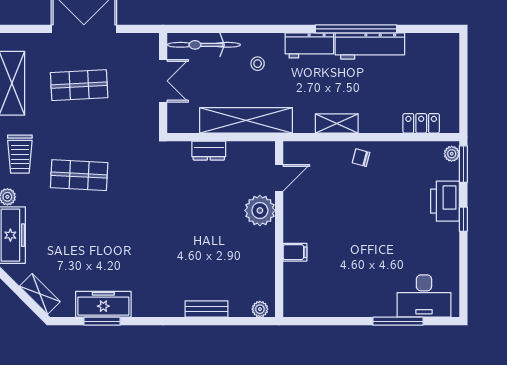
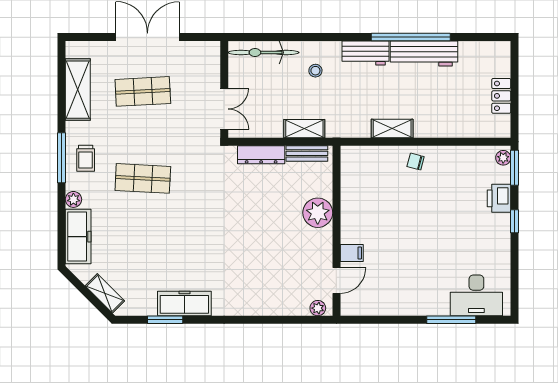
double door: (163, 81) -> (224, 109), moved
shelving: (246, 120) -> (304, 129), width x0.45, depth x0.75
locker: (421, 123) -> (501, 96), moved, turned -90
dresser: (209, 151) -> (261, 155), width x1.44
trolley: (20, 154) -> (86, 158), width x0.73, depth x0.72
door: (279, 178) -> (336, 281), moved
printer: (445, 201) -> (499, 198), width x0.73, depth x0.84
freezer: (103, 304) -> (184, 303), moved
bench: (207, 309) -> (307, 153), moved

